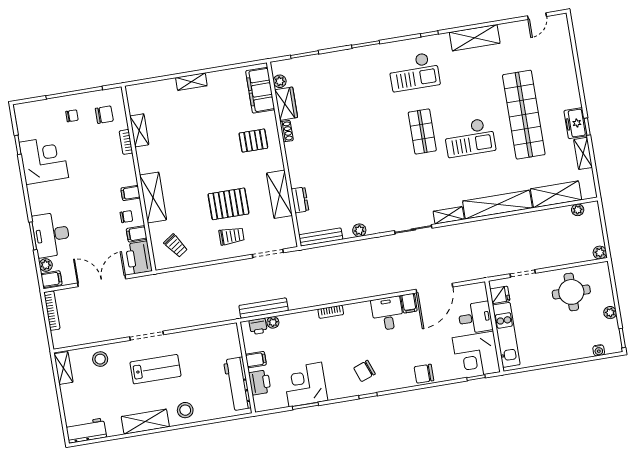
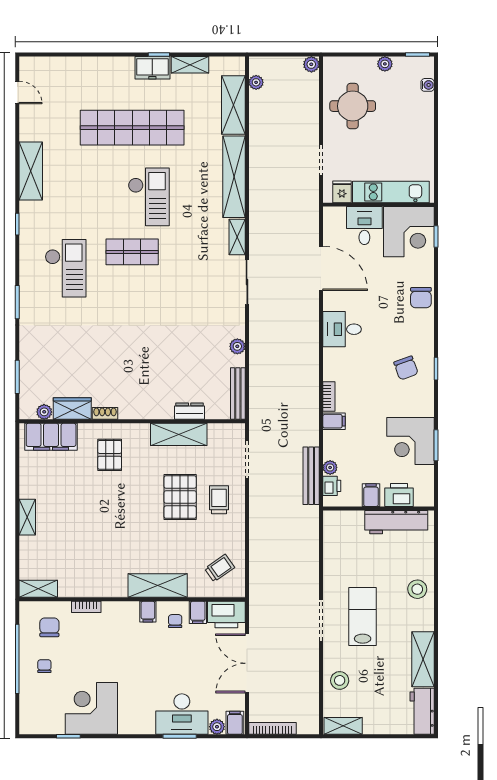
checkout: (414, 72) -> (66, 268), moved
shelving: (139, 130) -> (38, 589), moved
filing cabinet: (409, 303) -> (334, 421), moved
shelving: (145, 422) -> (423, 659), moved

